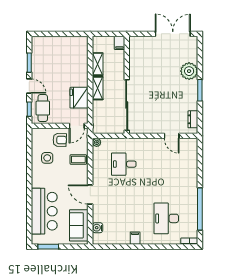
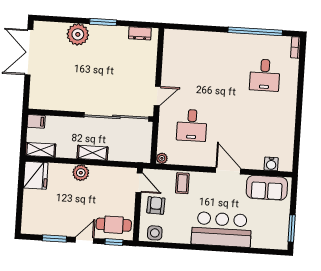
shelving: (98, 64) -> (41, 150), moved
plant: (82, 80) -> (81, 173), added
fridge: (79, 98) -> (36, 175), moved, turned -90
door: (172, 136) -> (157, 96), moved
side table: (47, 158) -> (155, 233), moved
door: (90, 195) -> (228, 171), swing flipped
bar counter: (44, 211) -> (222, 229), moved
desk: (166, 218) -> (265, 75), width x0.73
filing cabinet: (135, 238) -> (287, 117), removed

